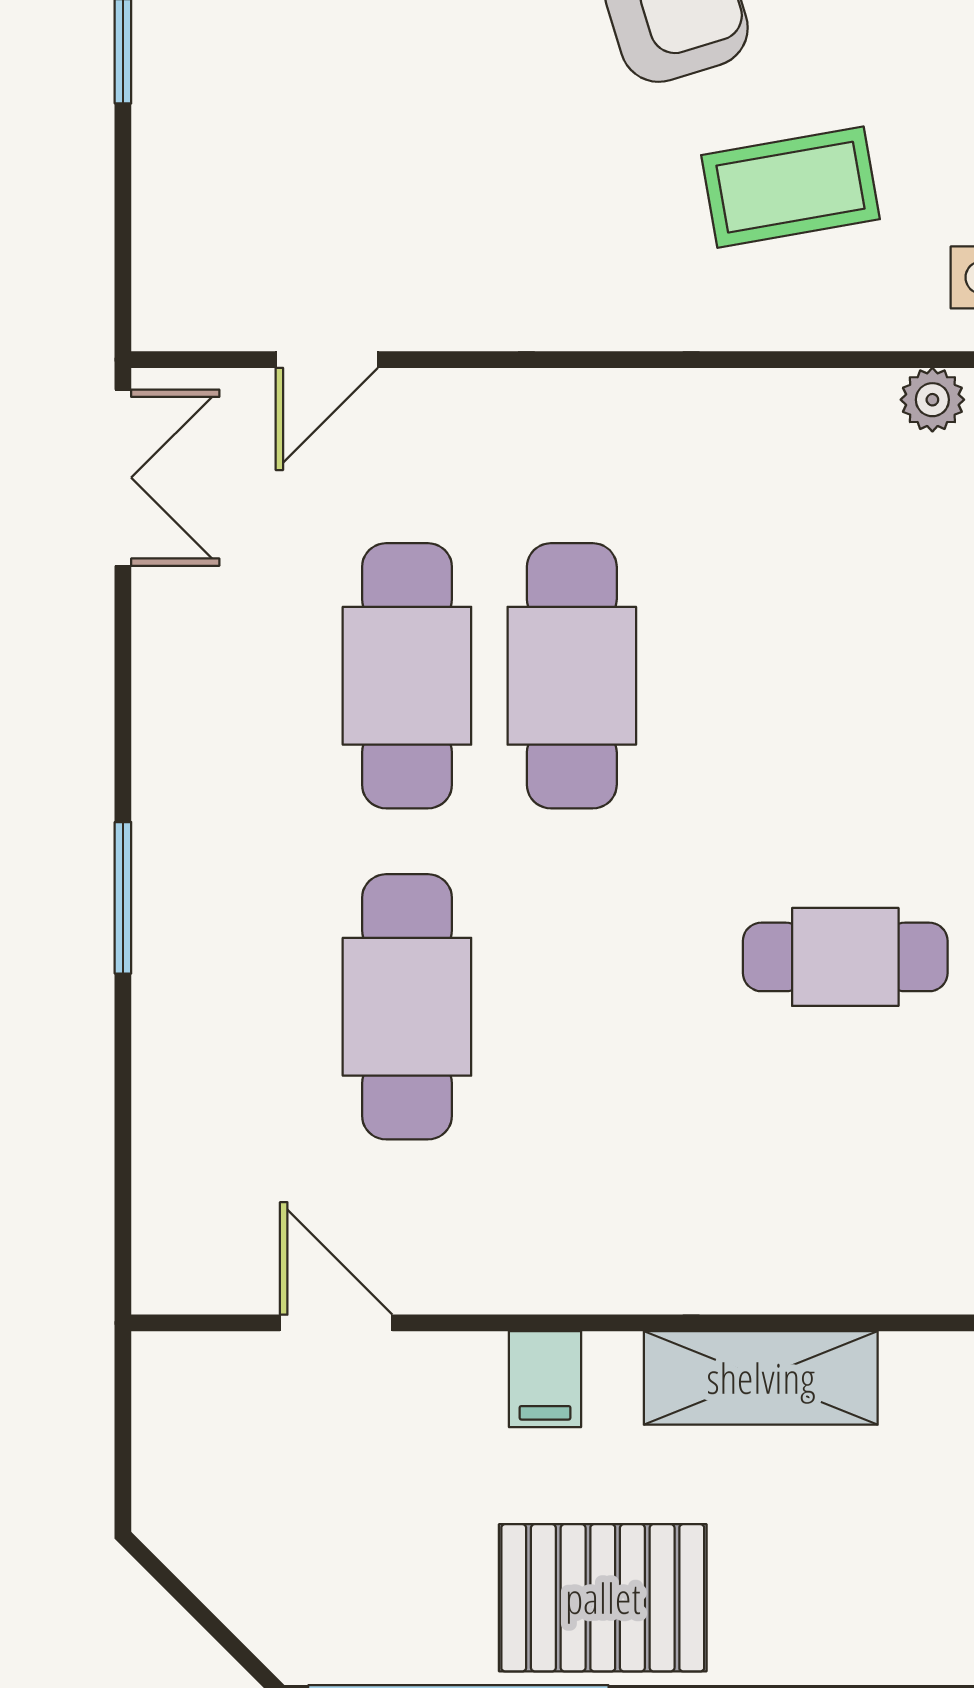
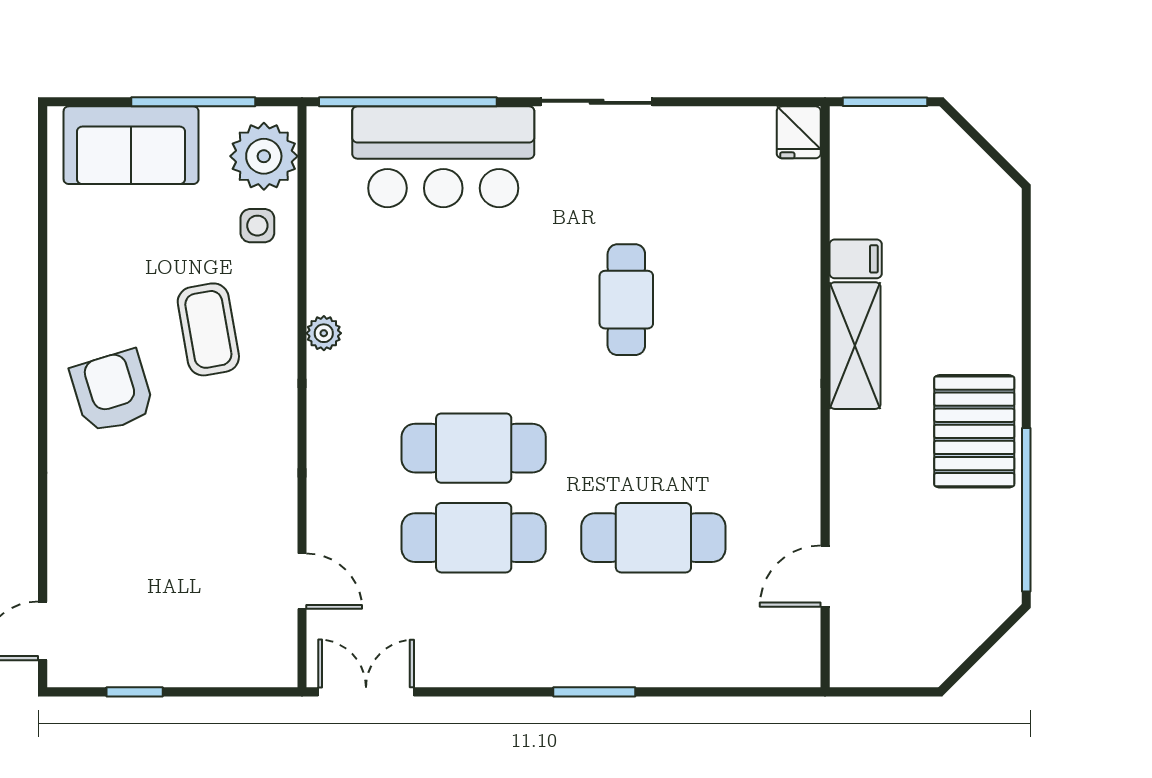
plant: (932, 400) -> (324, 333), moved
filing cabinet: (545, 1379) -> (856, 259), moved

